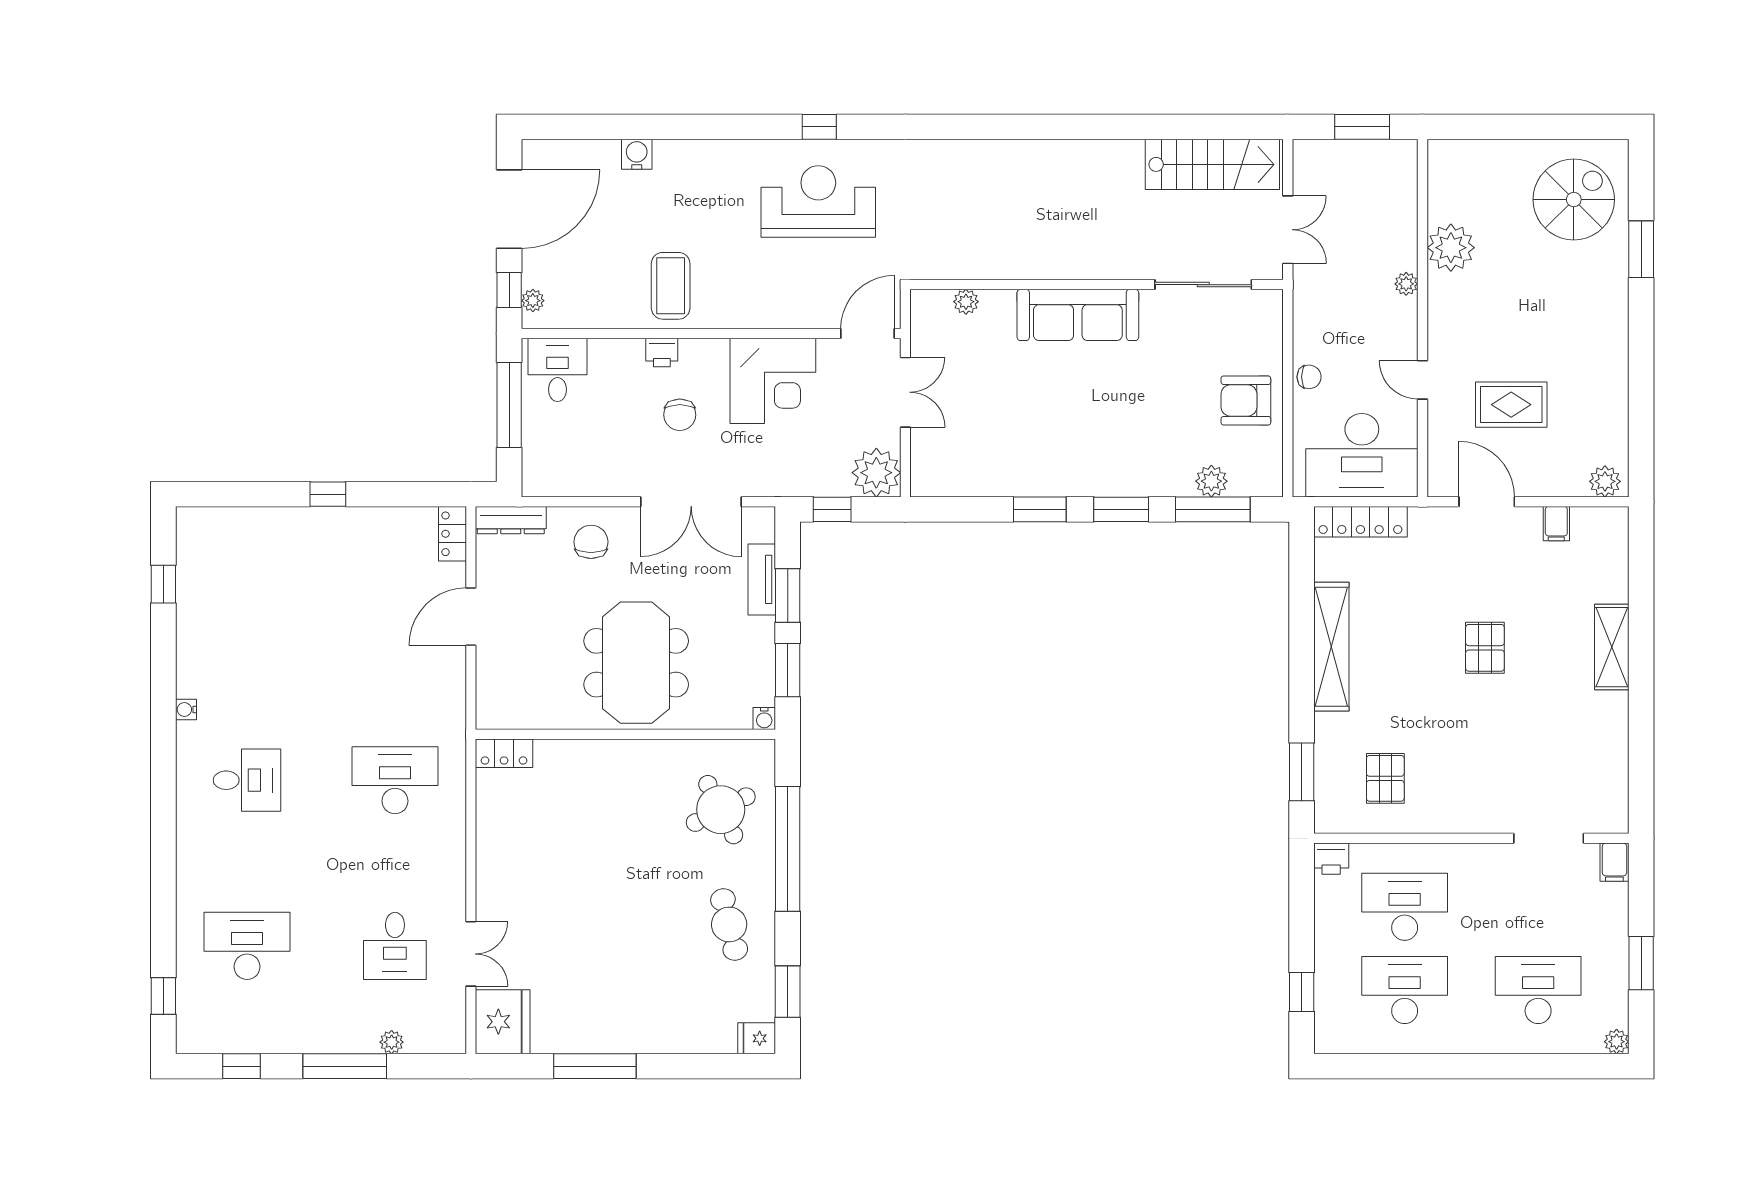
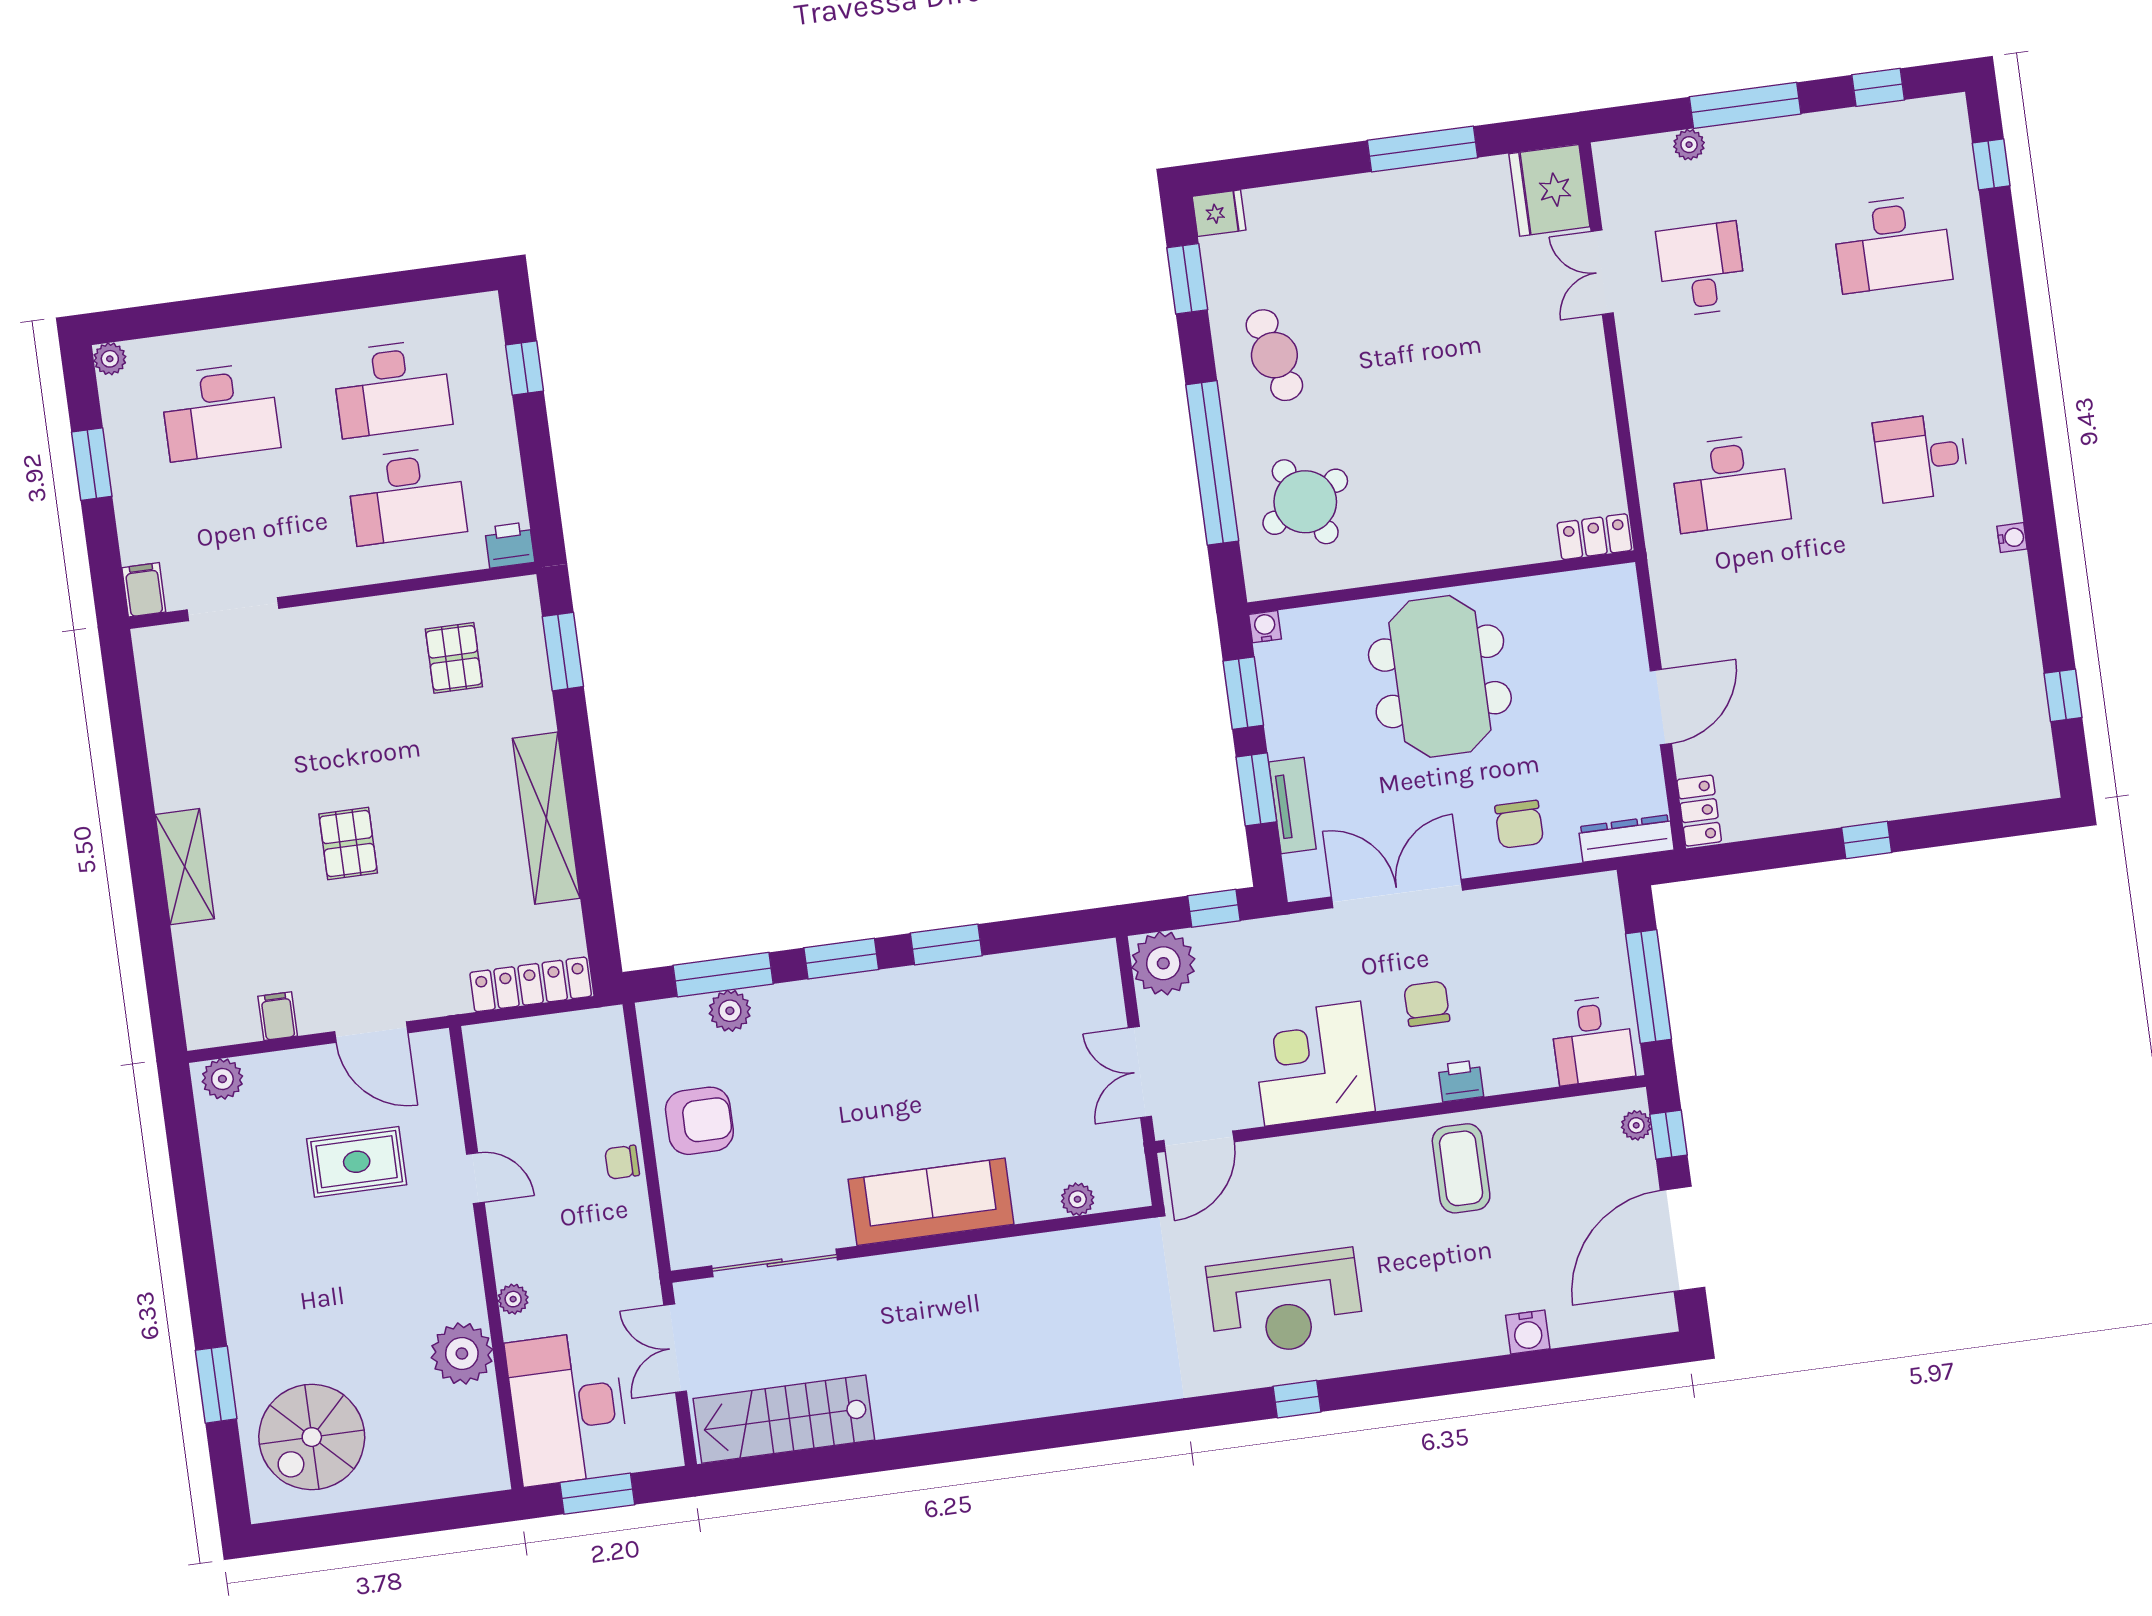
desk: (1362, 455) -> (568, 1408), moved, turned -90

